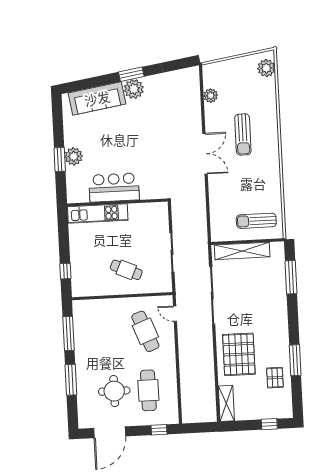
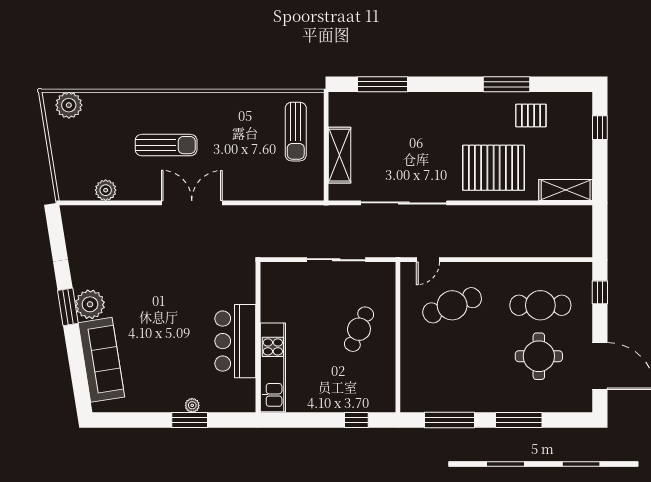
plant: (74, 156) -> (192, 405), width x0.53, depth x0.53
shelving: (242, 251) -> (340, 155), width x0.68

